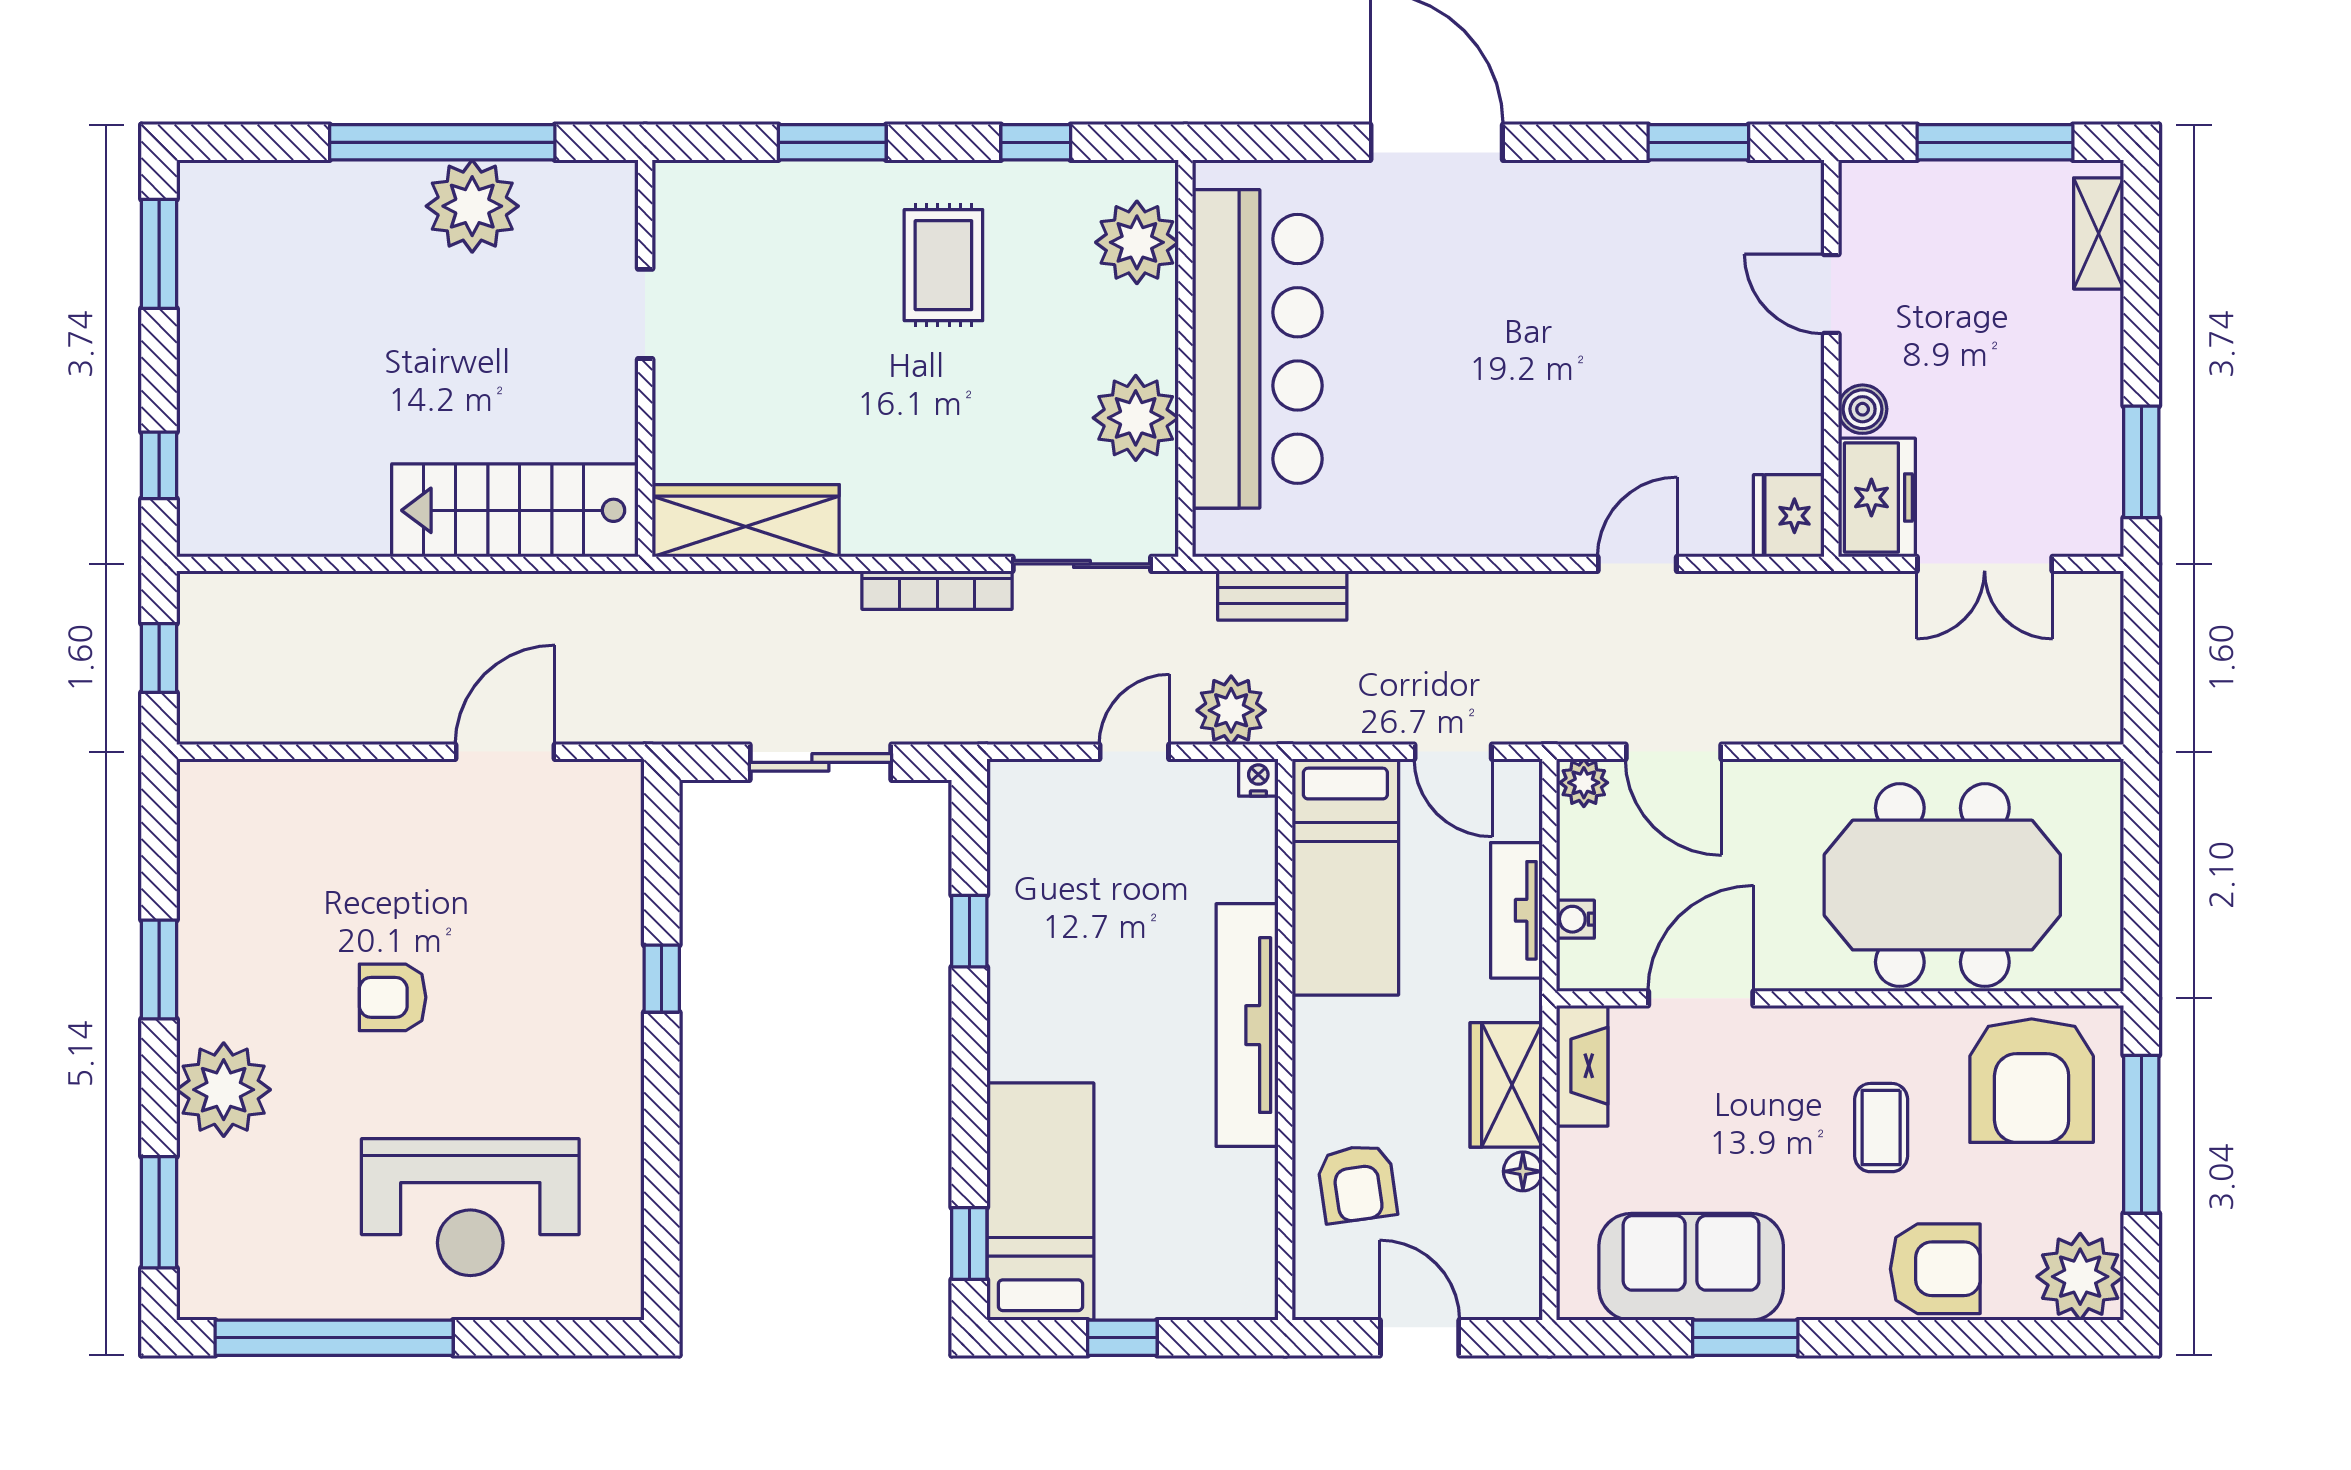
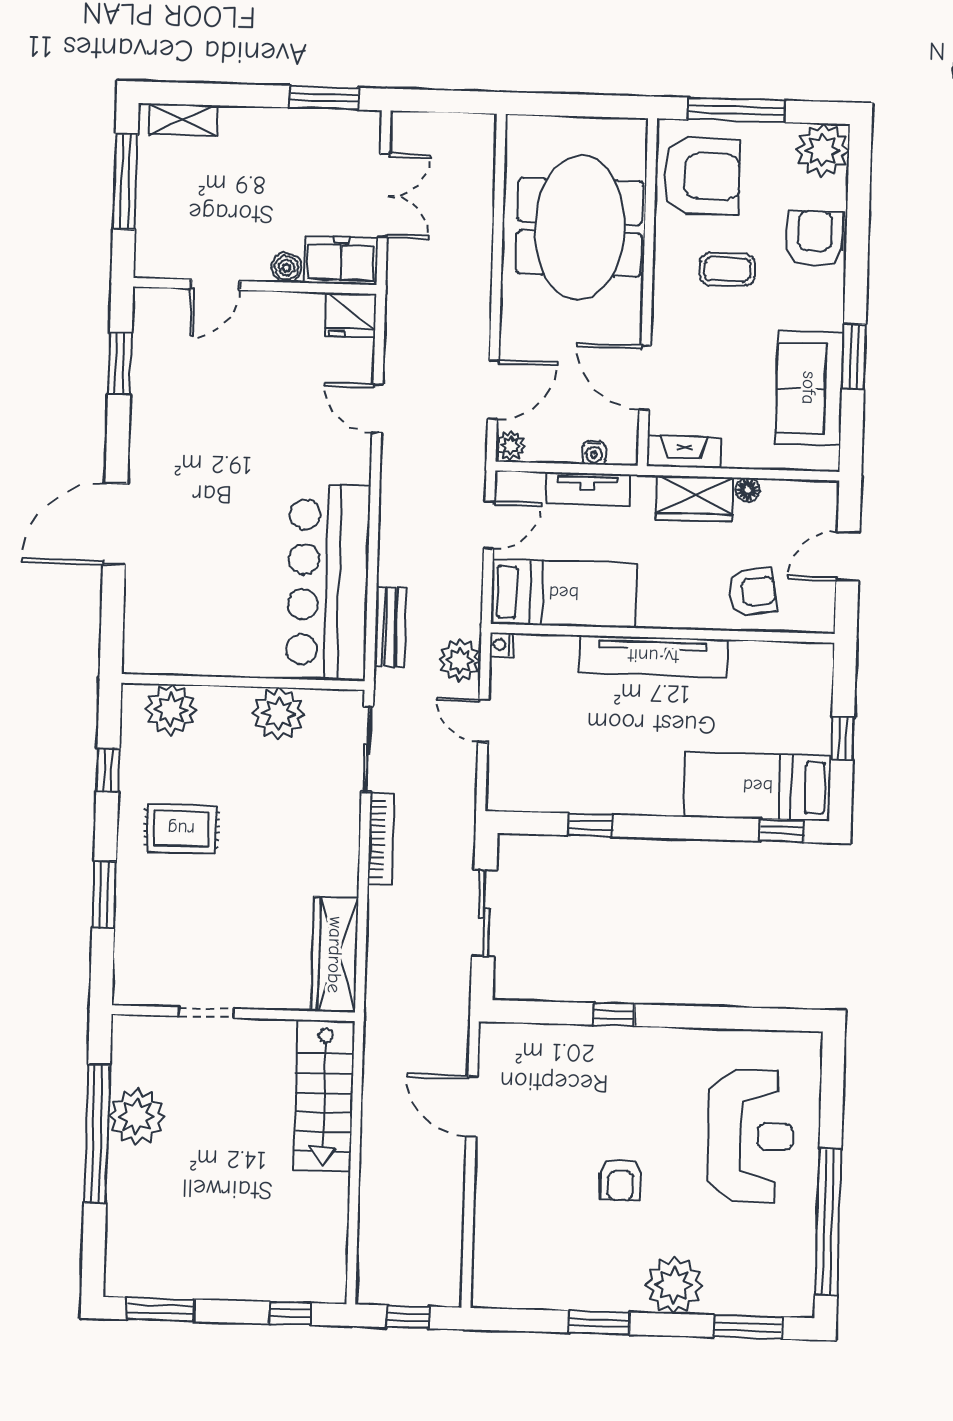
bar counter: (1257, 349) -> (328, 582), moved, turned -90

